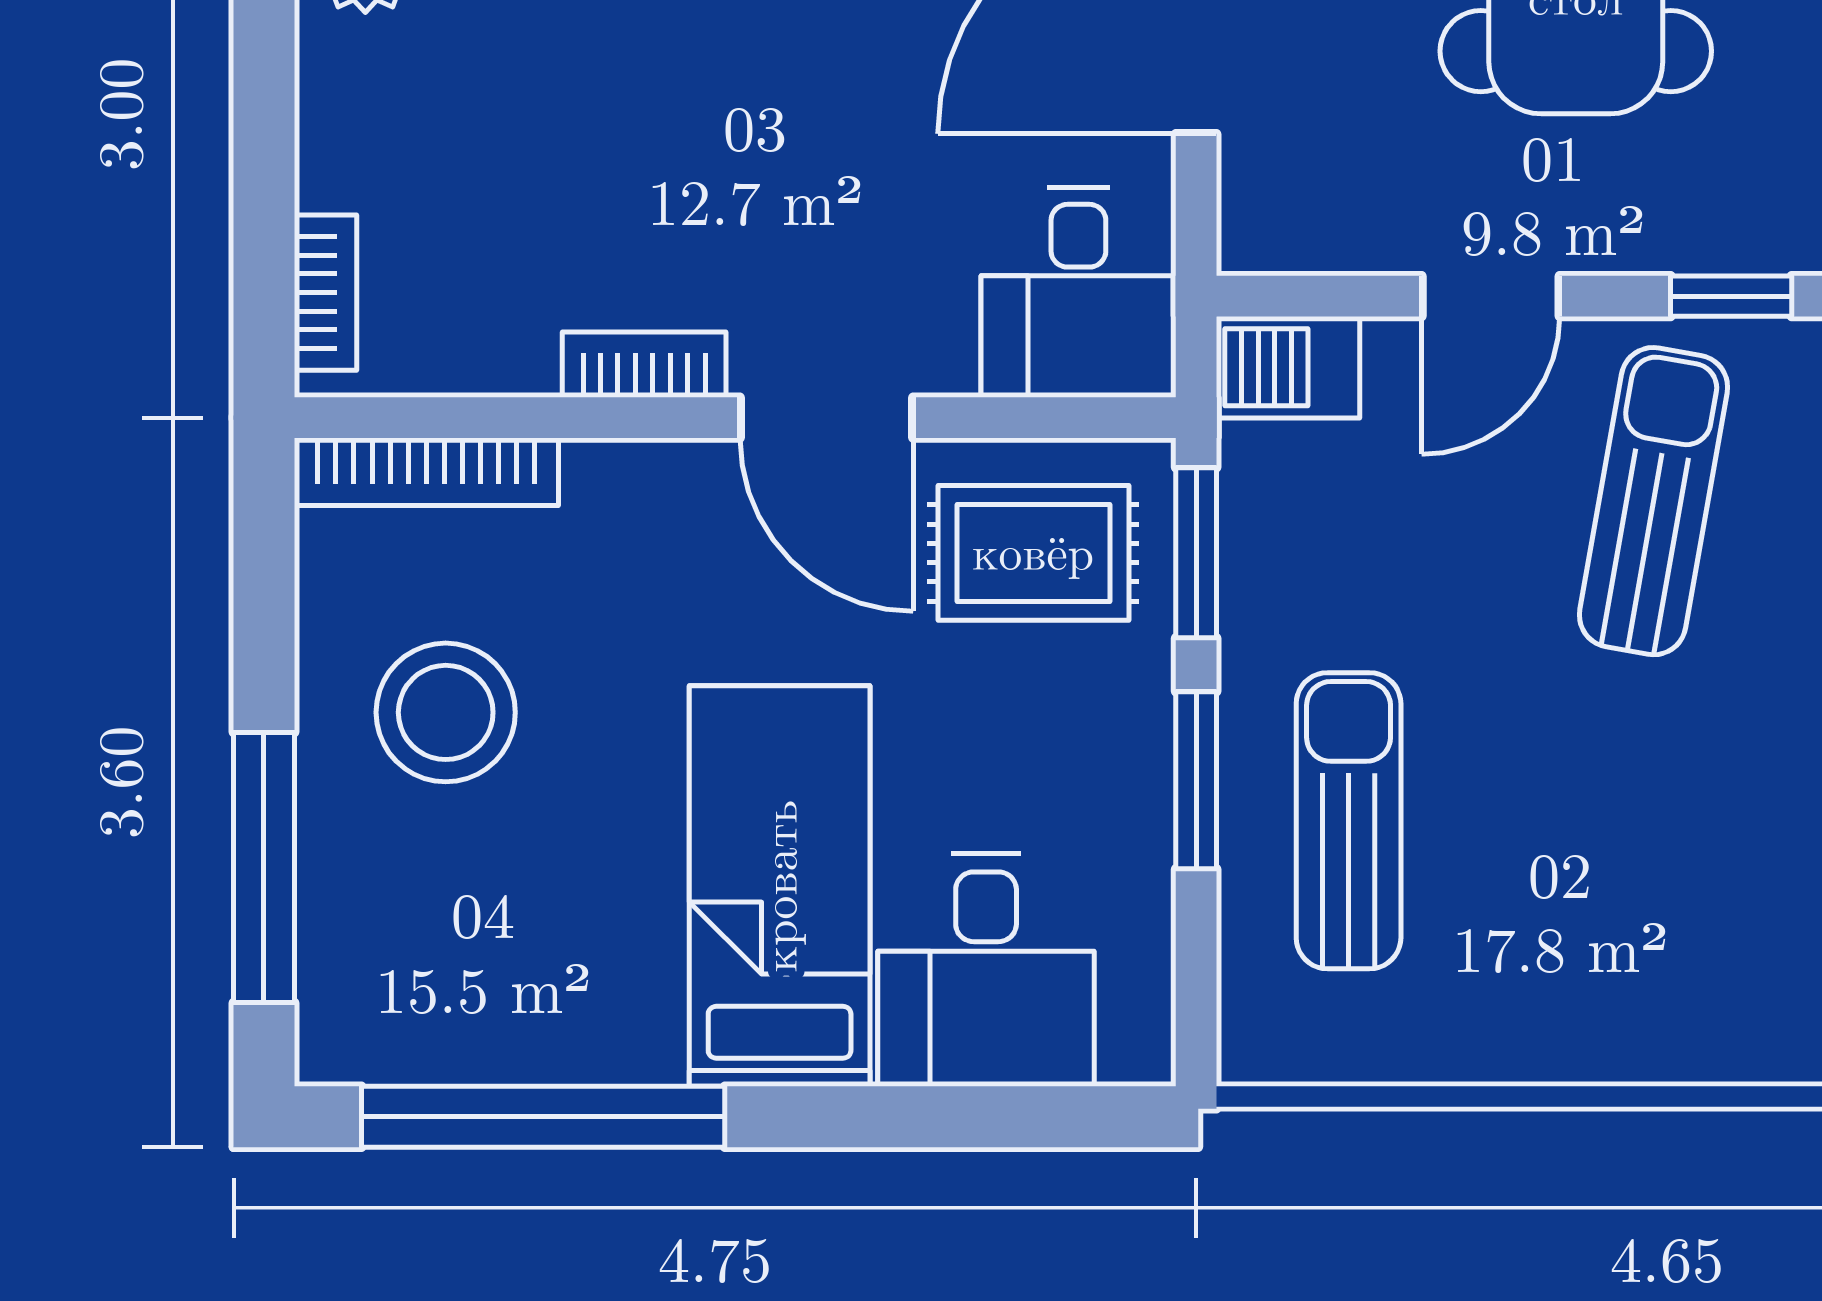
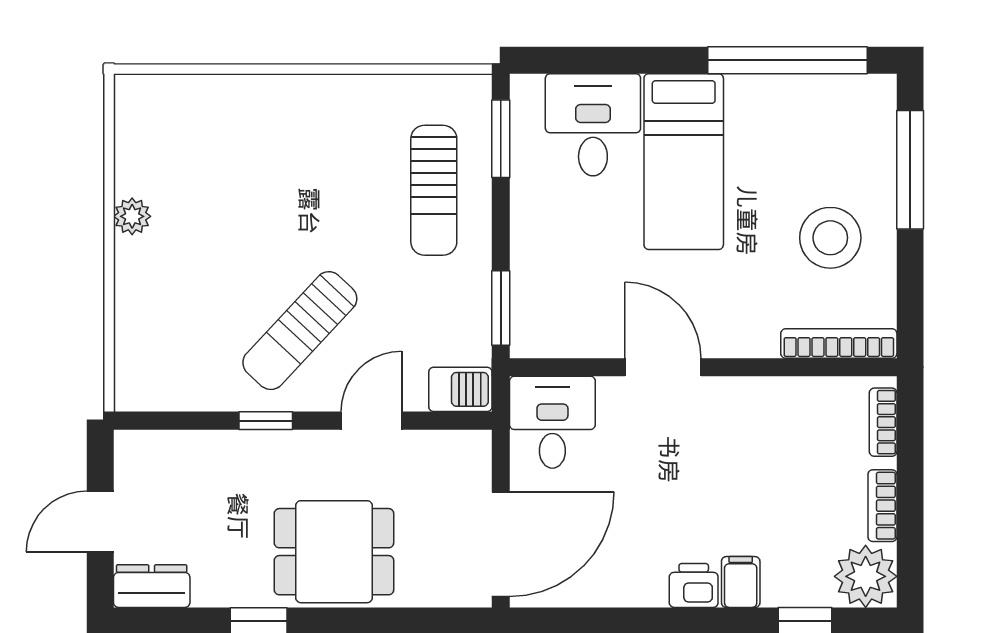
bookcase: (644, 365) -> (882, 506), moved, turned 90
sun lounger: (1653, 501) -> (300, 331), turned 33
rug: (1033, 553) -> (572, 308), removed
window: (1196, 780) -> (501, 139), moved

